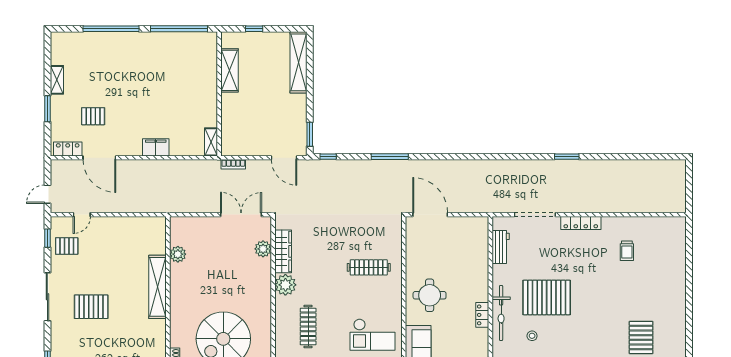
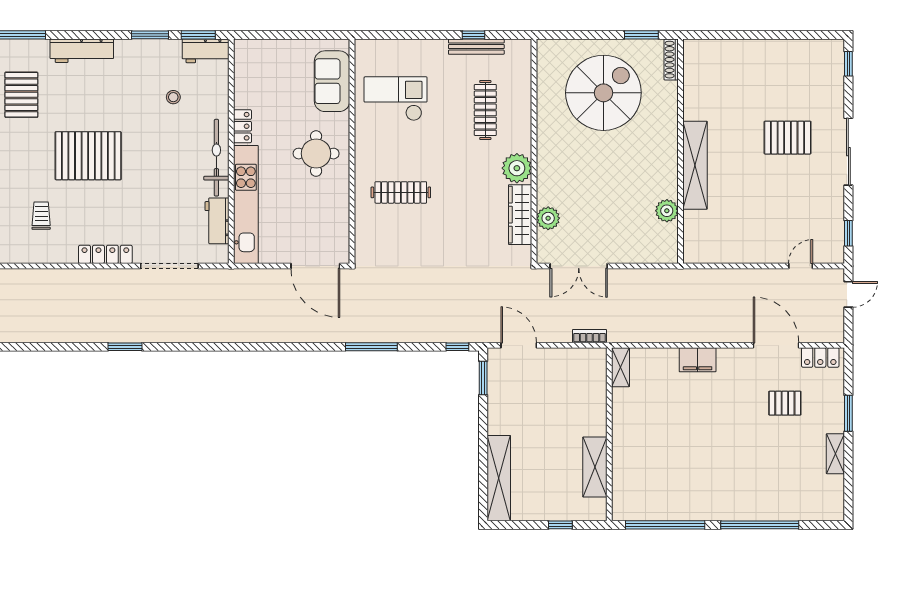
pallet: (67, 246) -> (822, 222), removed
kitchen unit: (480, 259) -> (246, 204), added
pallet: (547, 297) -> (88, 156), moved
bicycle: (501, 313) -> (216, 158), moved

